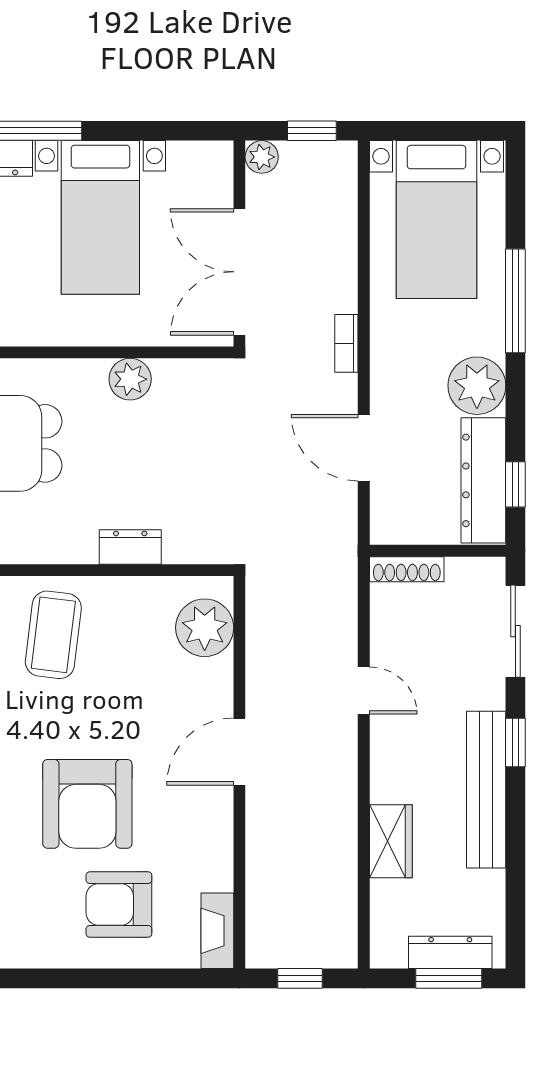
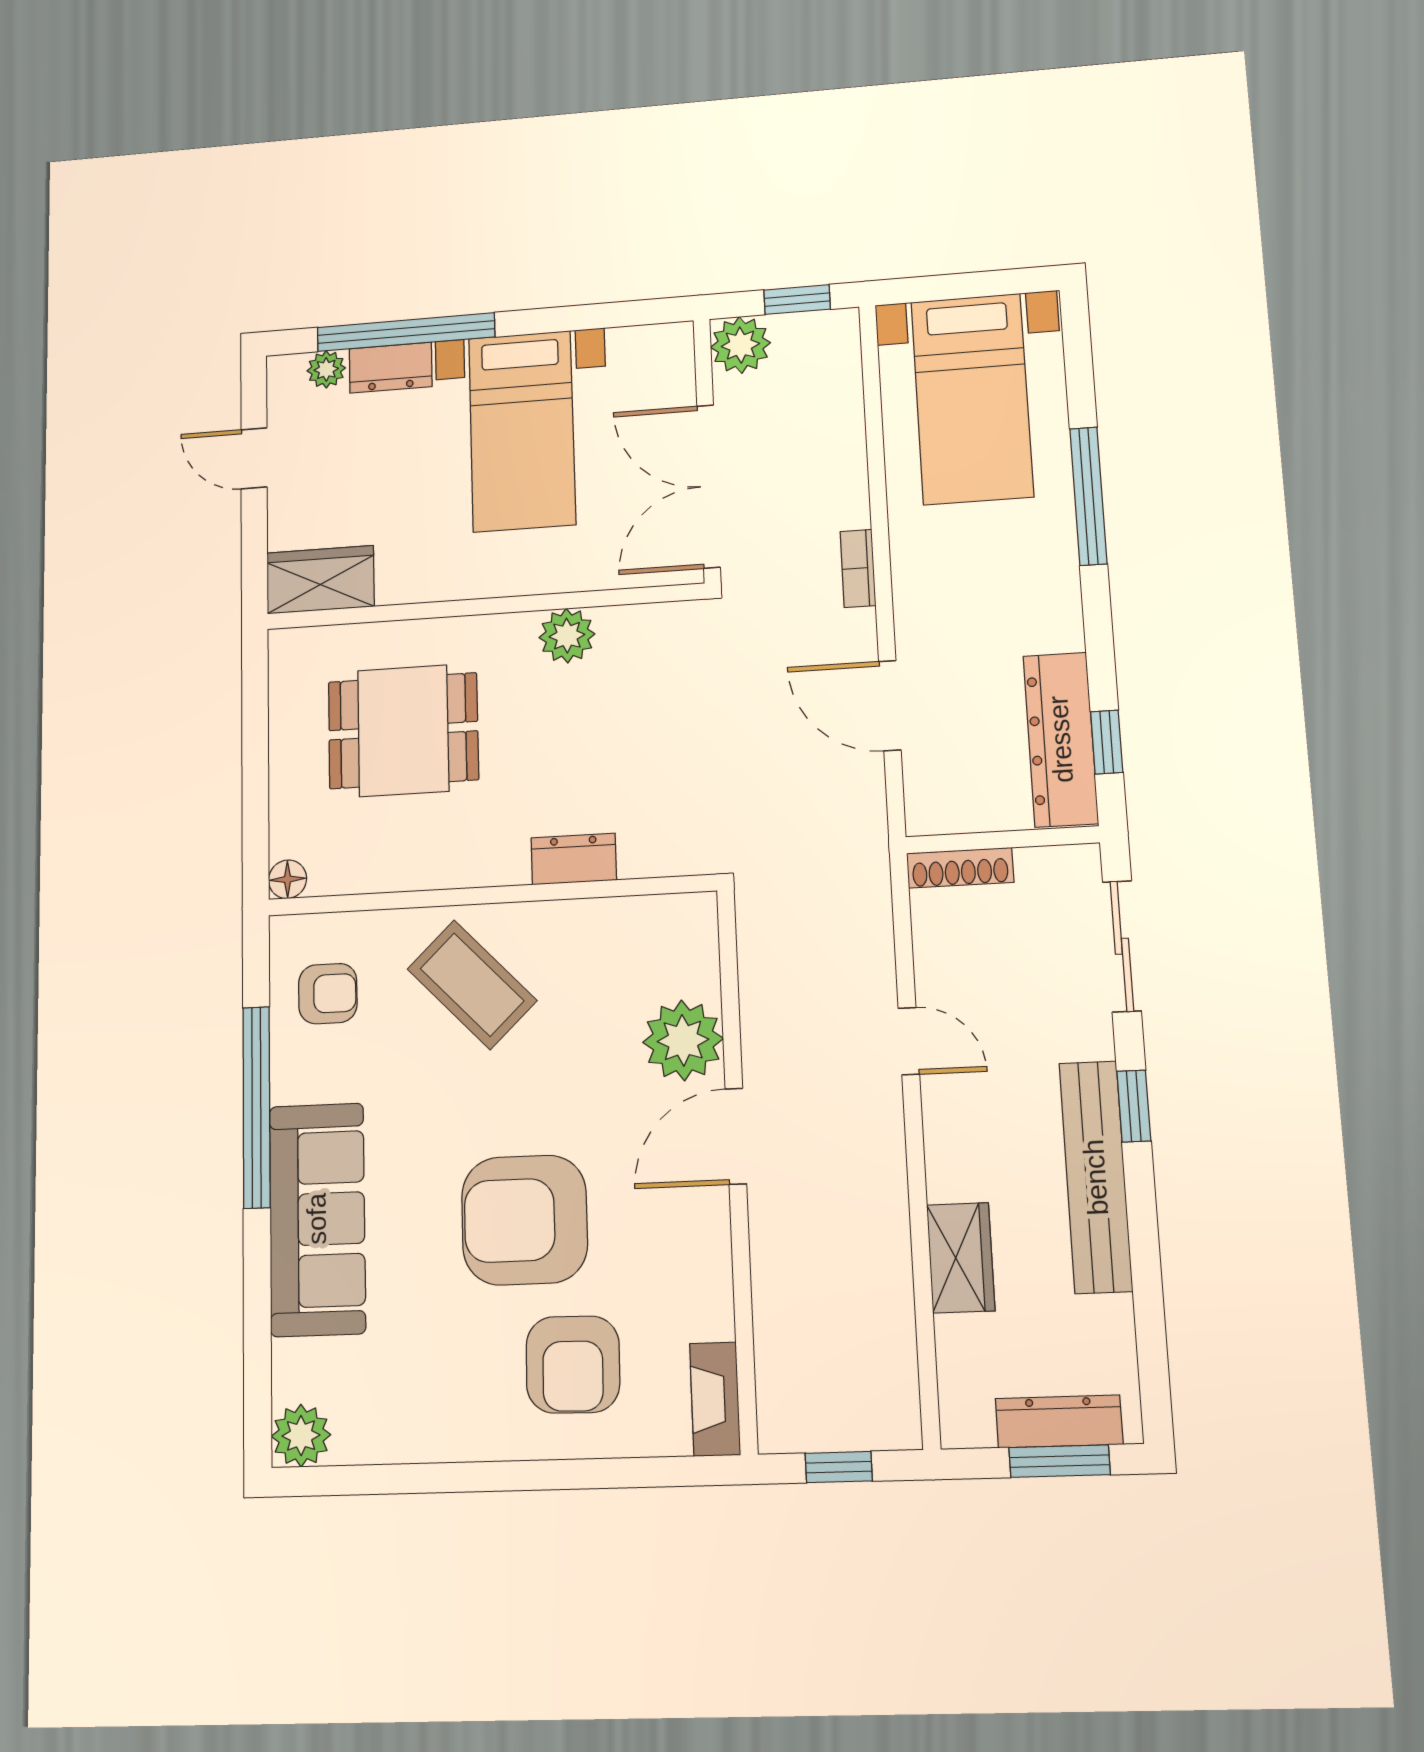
plant: (262, 157) -> (740, 345), width x1.38, depth x1.38
plant: (477, 386) -> (1043, 612), removed
plant: (205, 628) -> (683, 1040), moved
coffee table: (53, 635) -> (472, 985), turned -51
armchair: (87, 804) -> (524, 1220), turned 90
armchair: (119, 904) -> (573, 1365), turned -89

